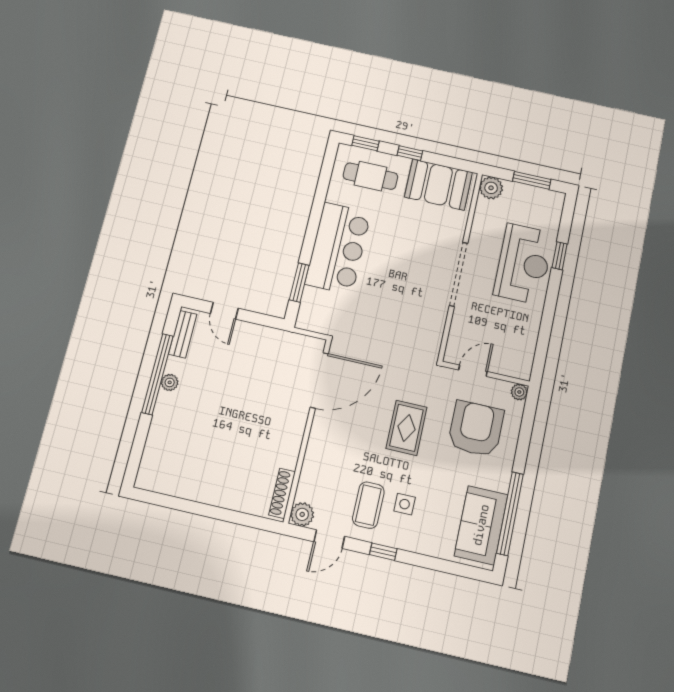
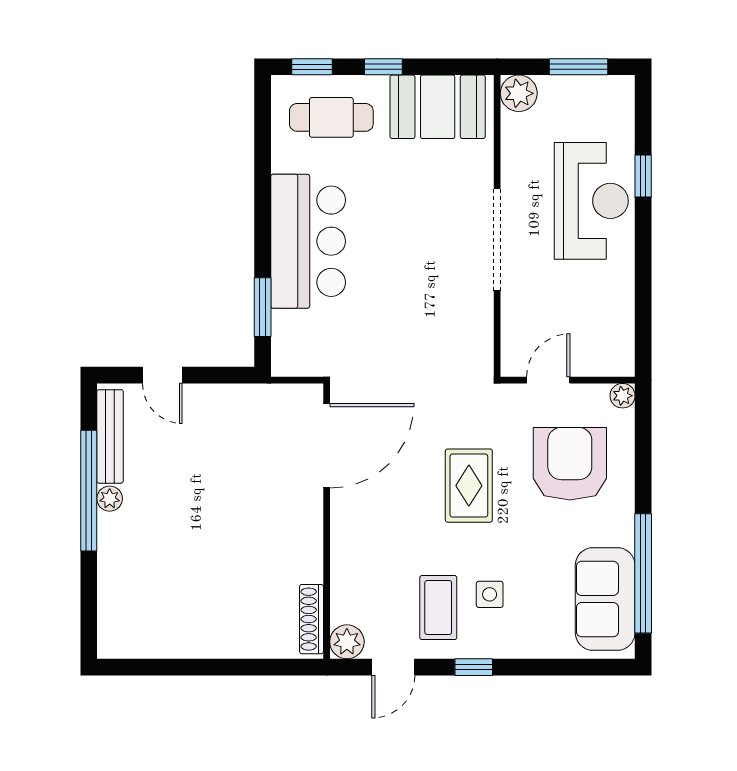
bench: (183, 334) -> (110, 436), width x1.36

